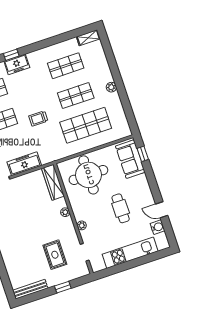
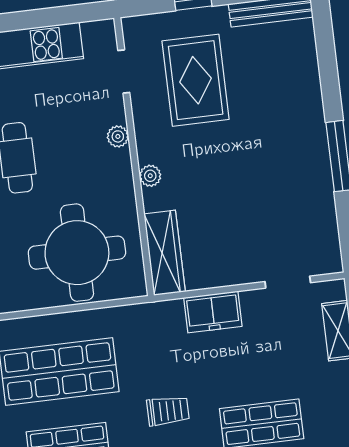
freezer: (24, 164) -> (213, 312), width x0.71
rug: (55, 255) -> (196, 80), width x1.36, depth x1.43

